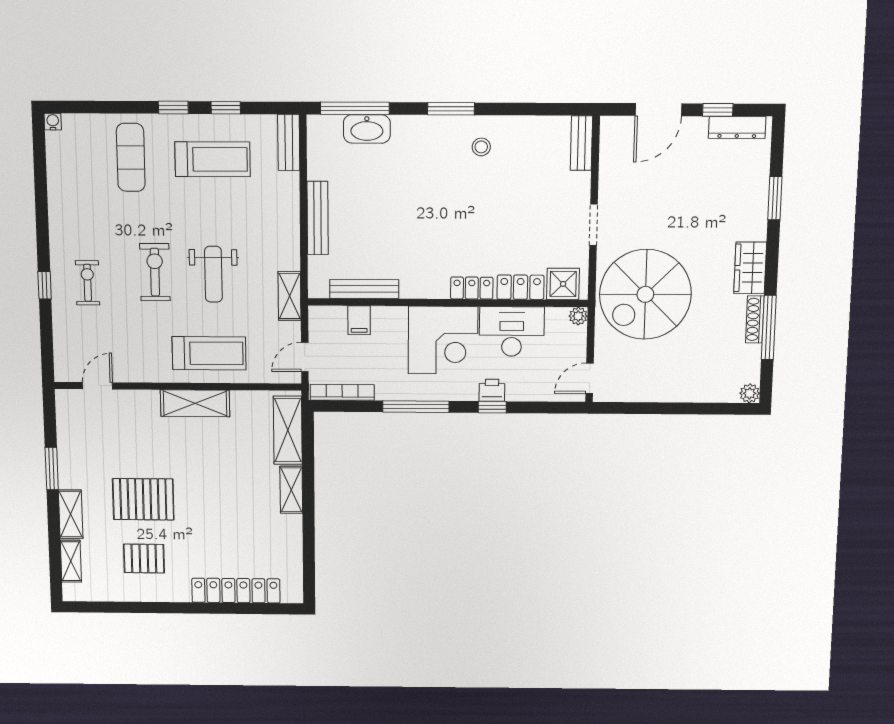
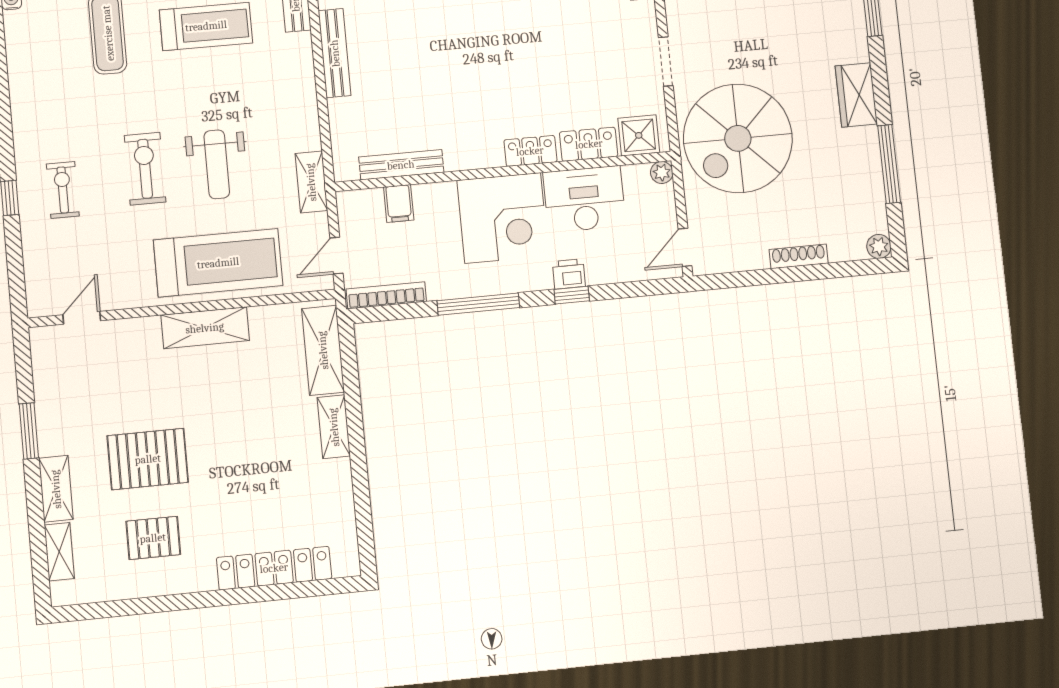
bench: (318, 218) -> (335, 53), moved
shoe rack: (755, 319) -> (799, 256), moved, turned 90
treadmill: (209, 353) -> (218, 263), width x1.37, depth x1.38

